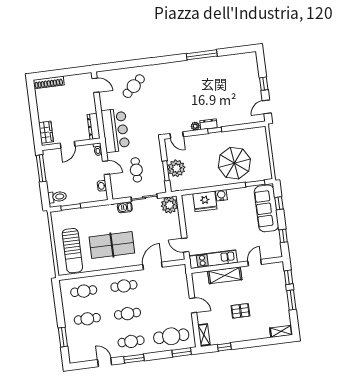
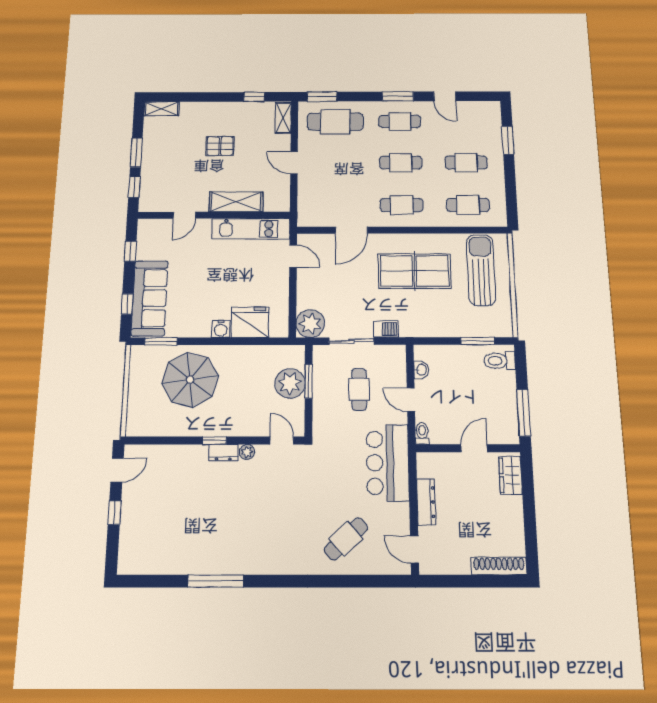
dresser: (94, 126) -> (426, 502), moved

